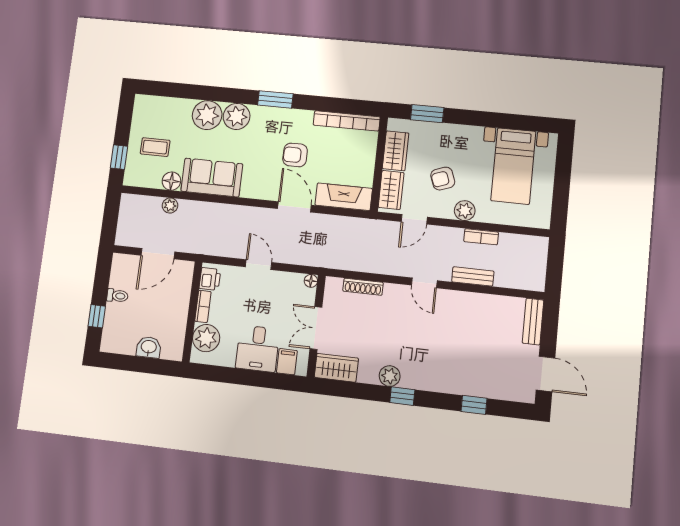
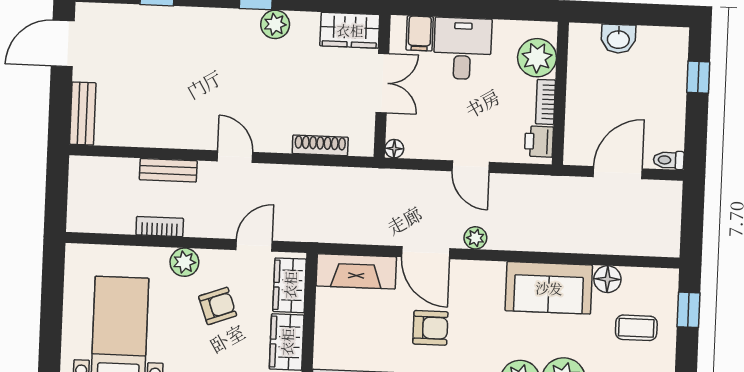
plant: (170, 206) -> (475, 238), moved
toilet: (117, 296) -> (669, 160), moved
door: (545, 374) -> (63, 43), hinge flipped

